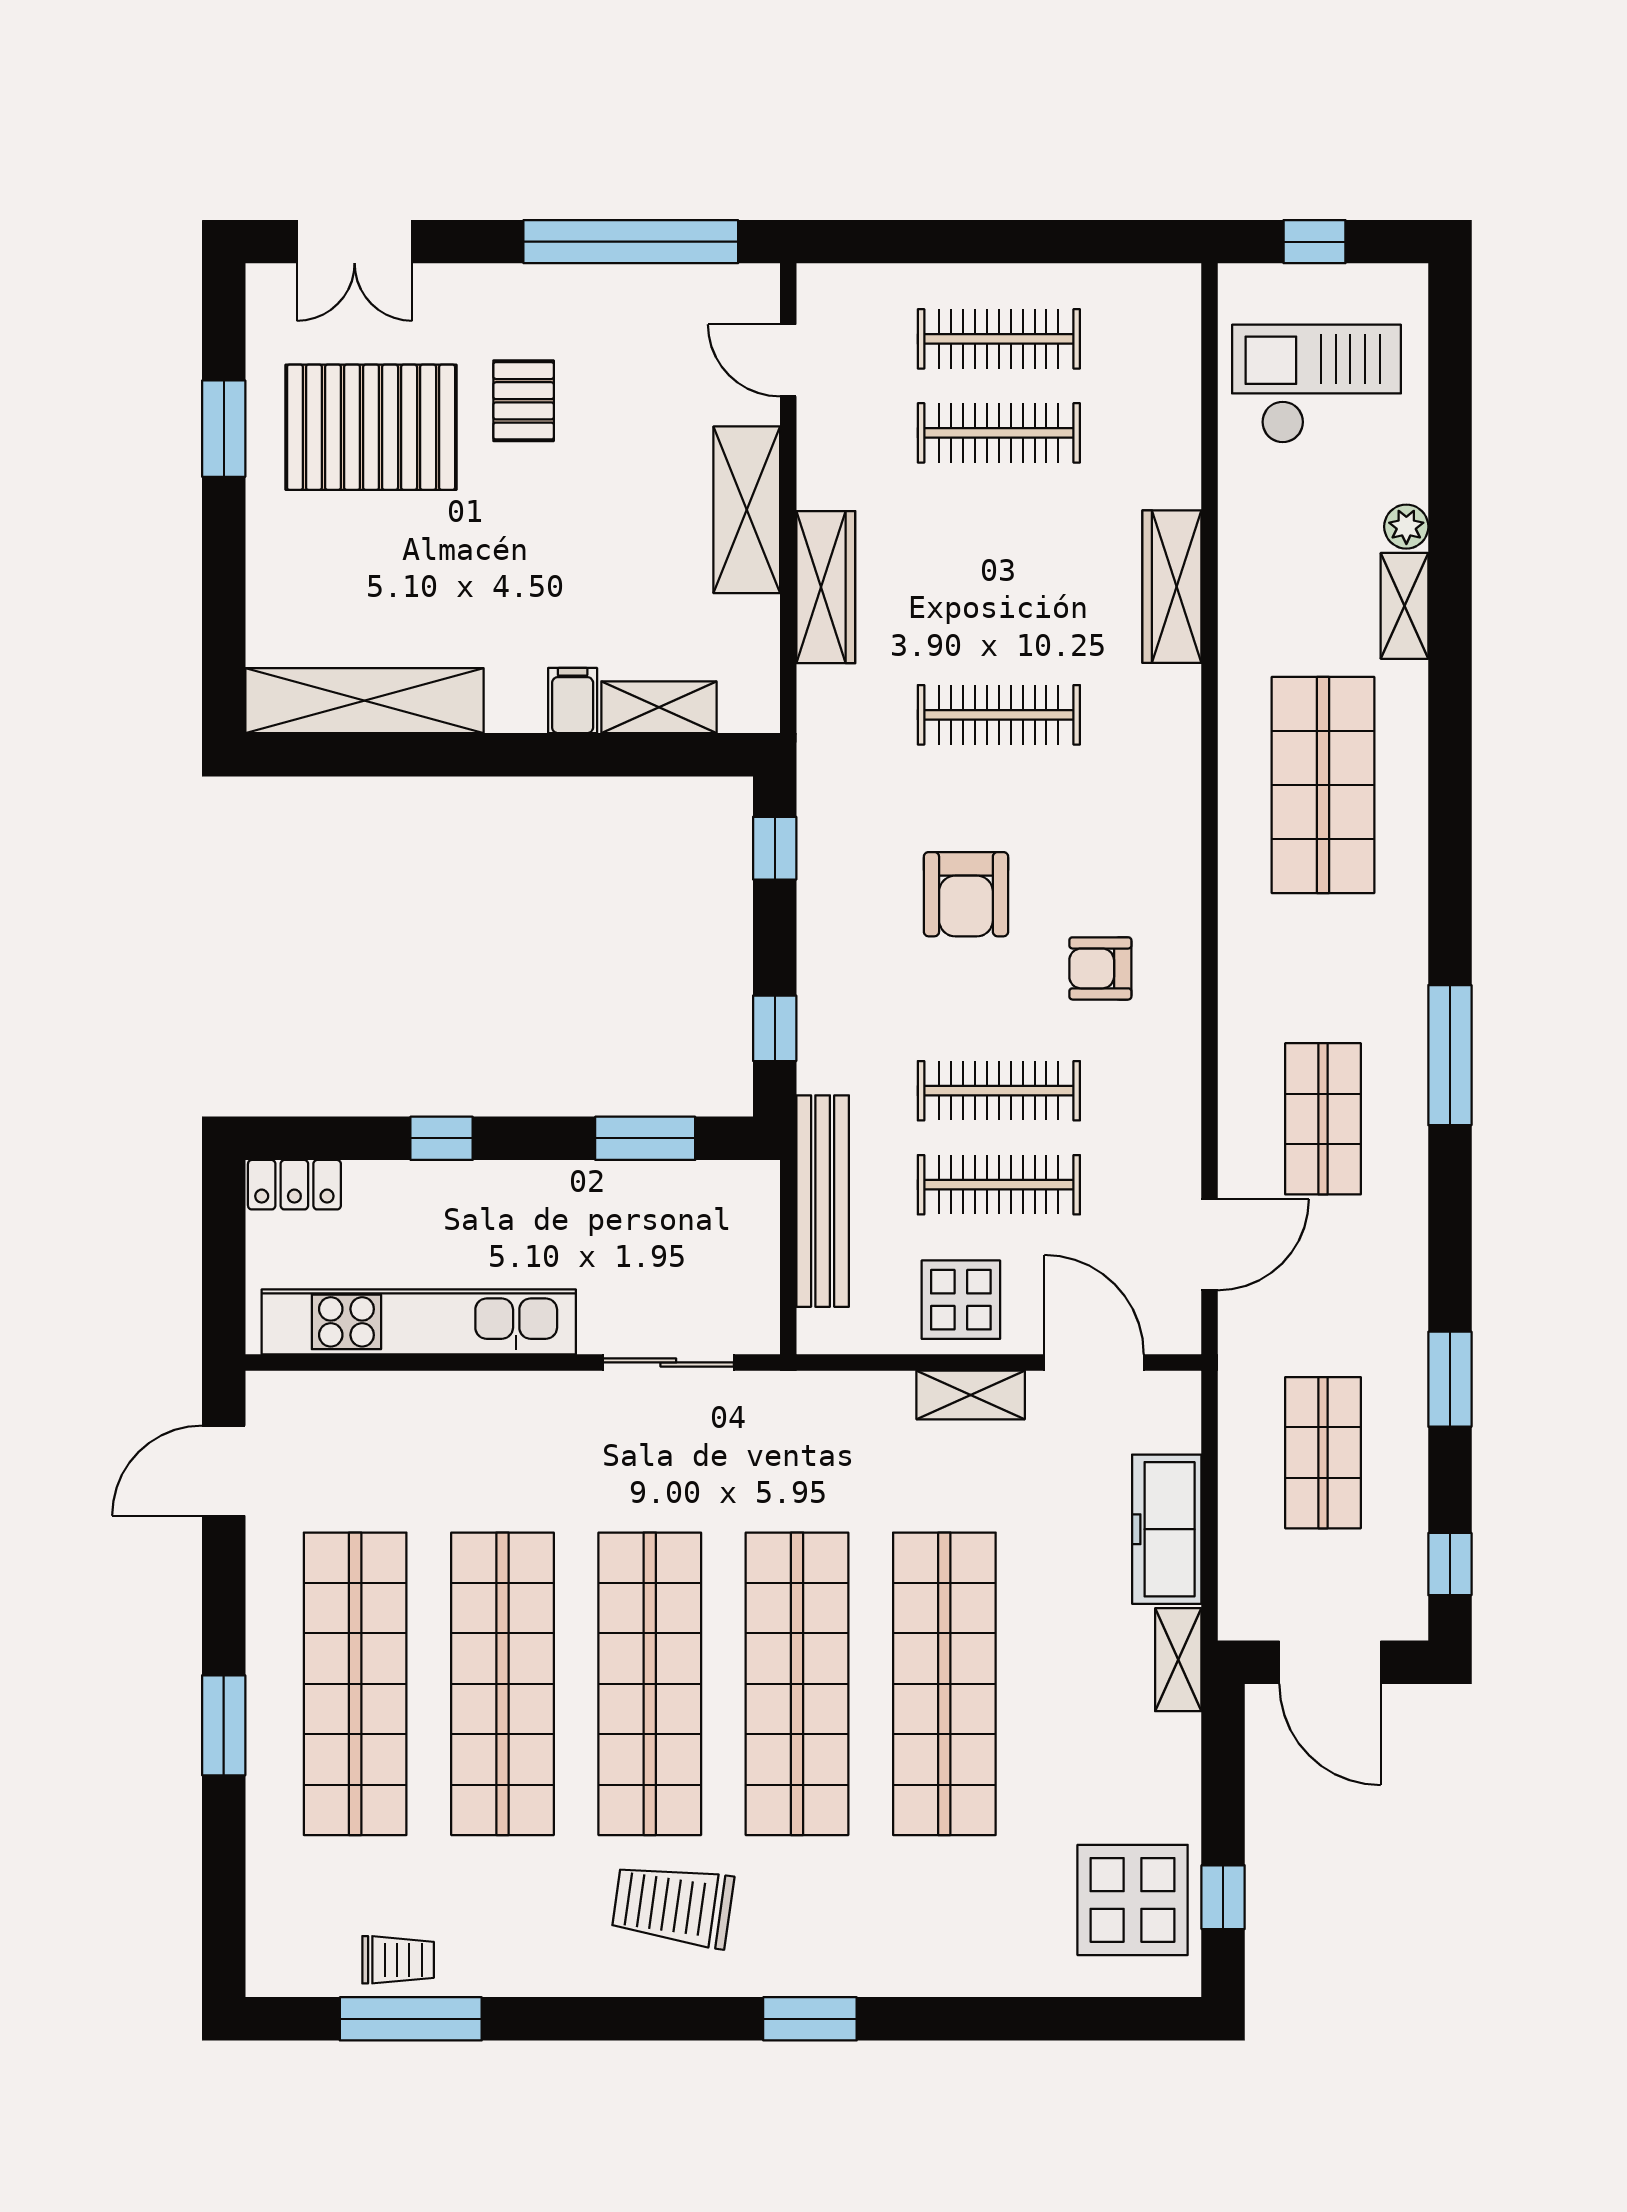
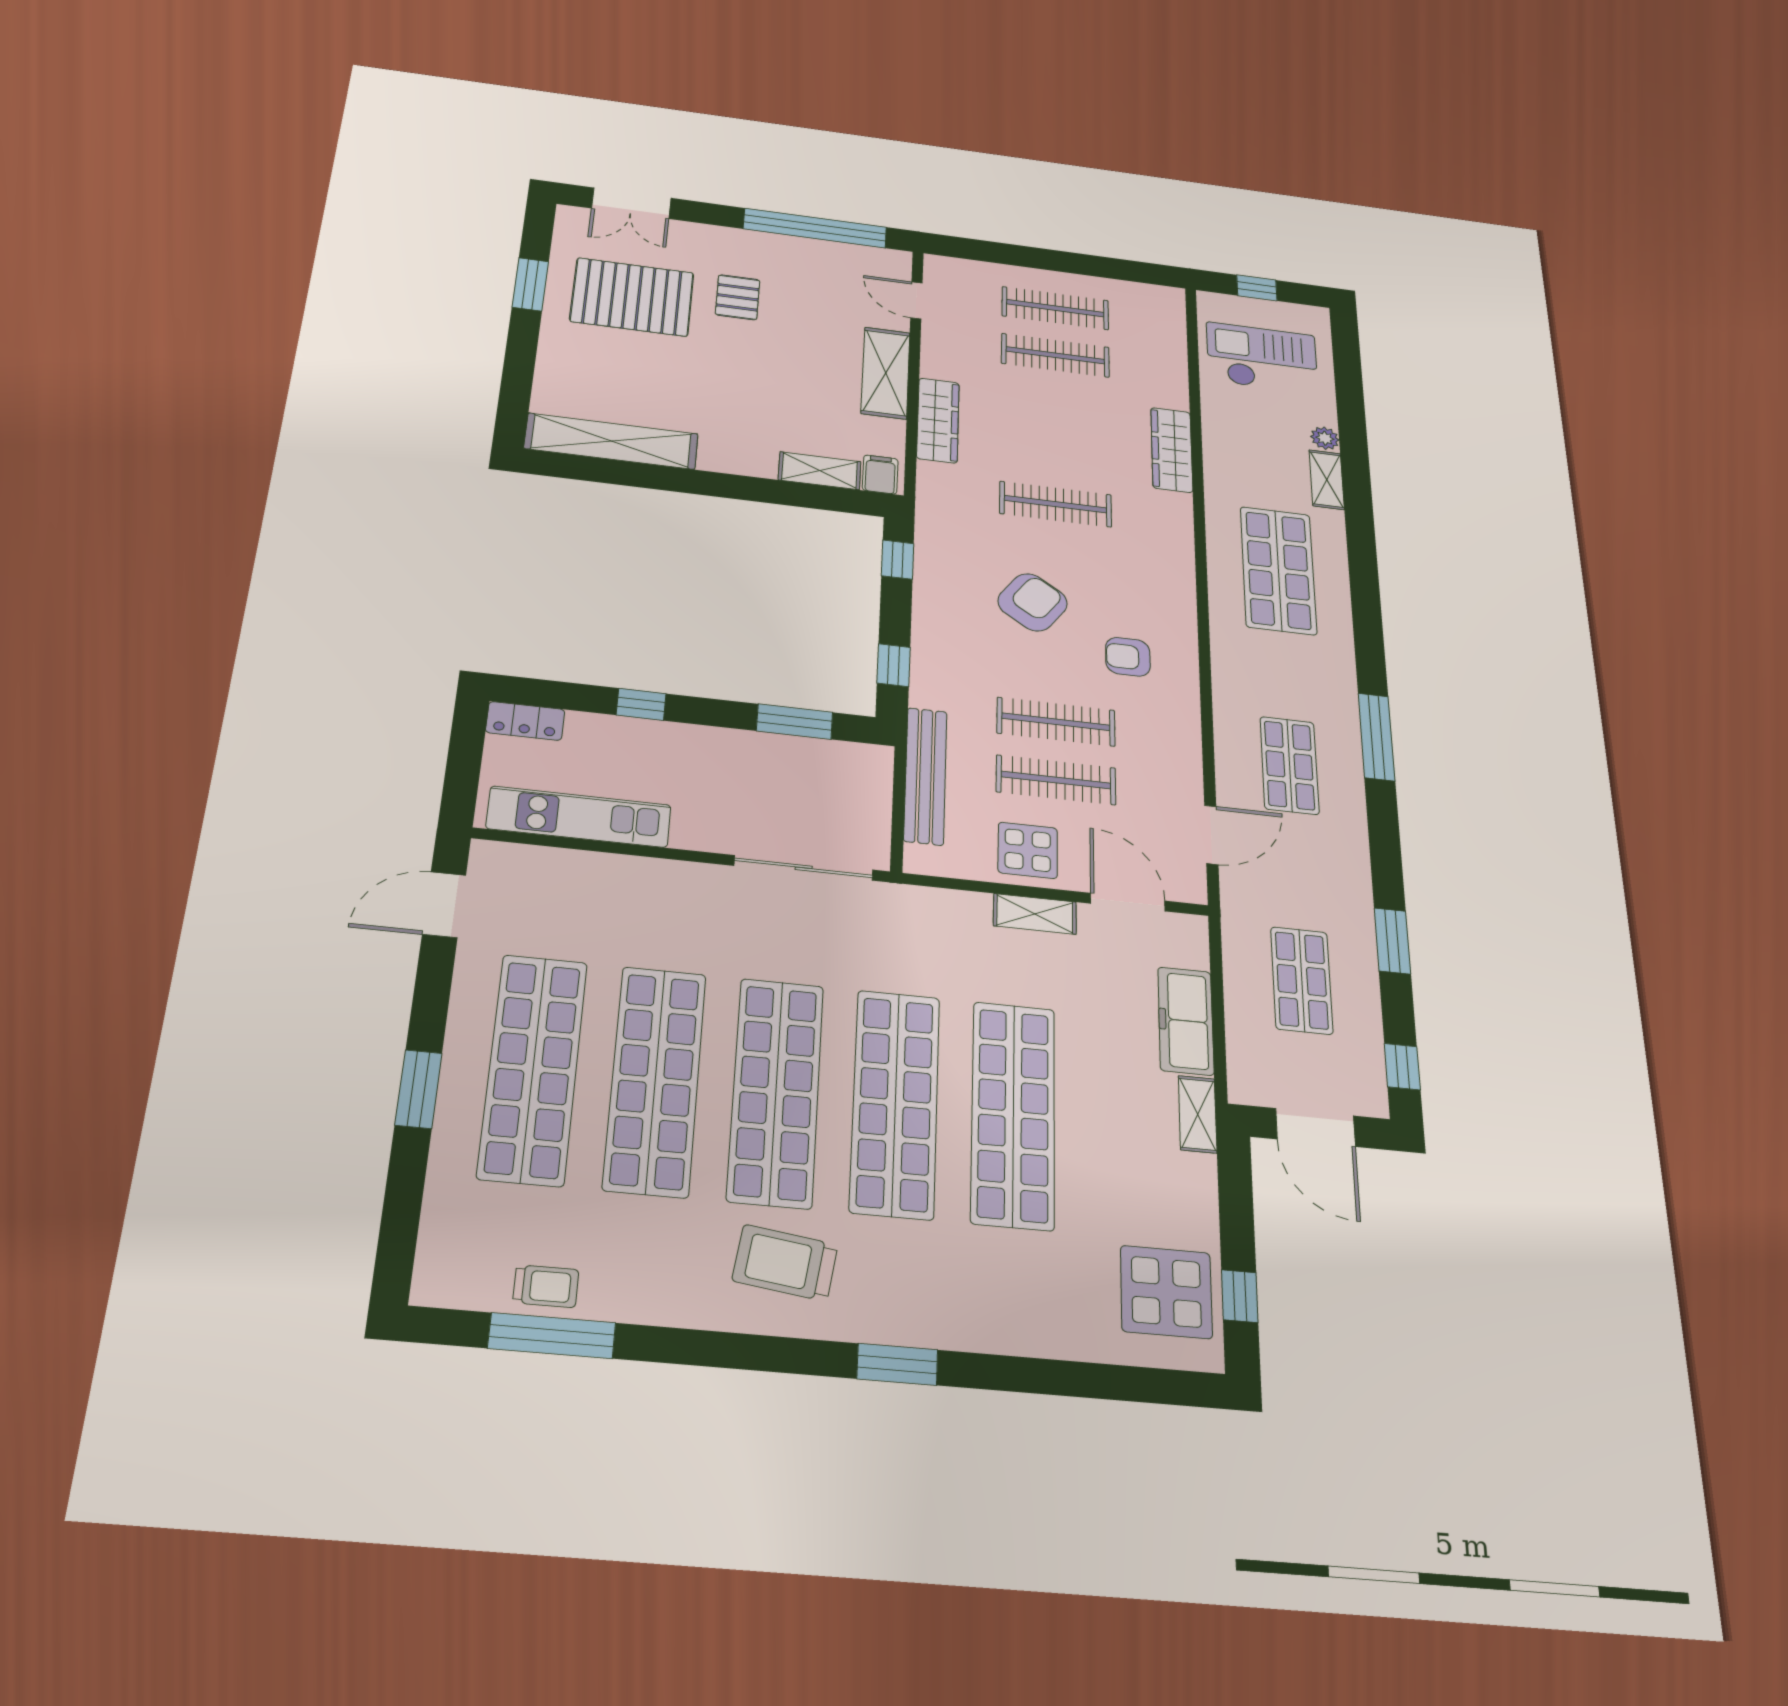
filing cabinet: (573, 701) -> (880, 475), moved
armchair: (966, 894) -> (1033, 602), turned -145
kitchen unit: (419, 1322) -> (579, 817), width x0.73
sliding door: (668, 1362) -> (804, 868), width x1.37

